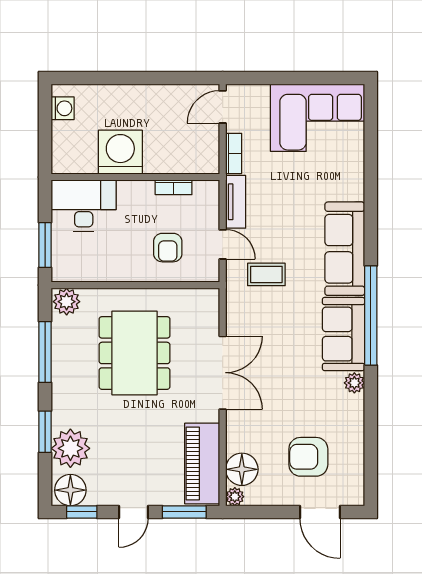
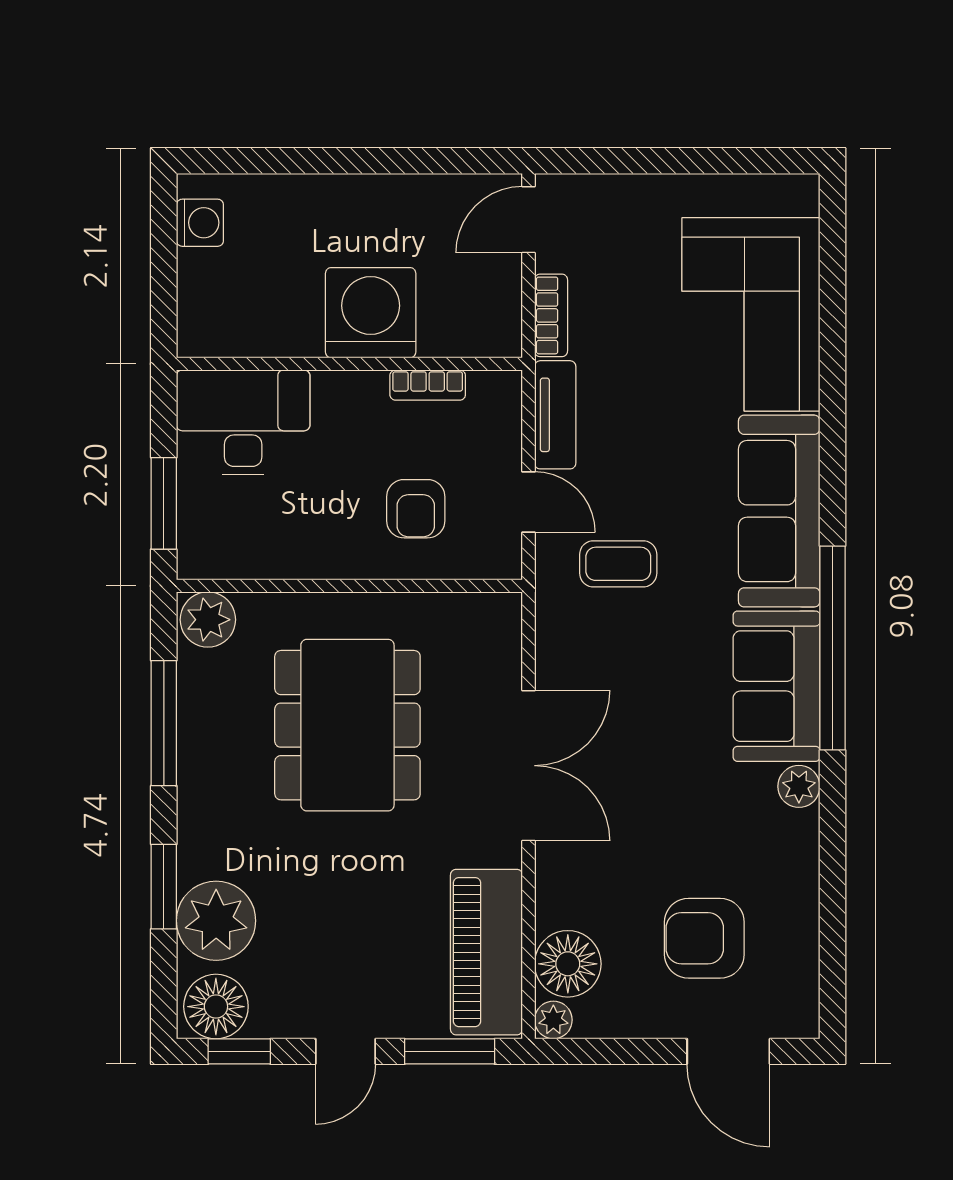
corner sofa: (318, 118) -> (751, 314), moved, turned 90
washing machine: (120, 152) -> (371, 313), moved

